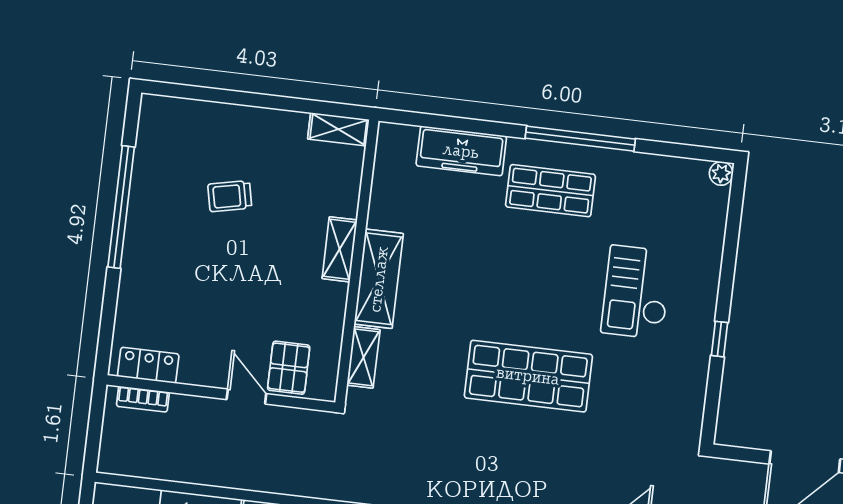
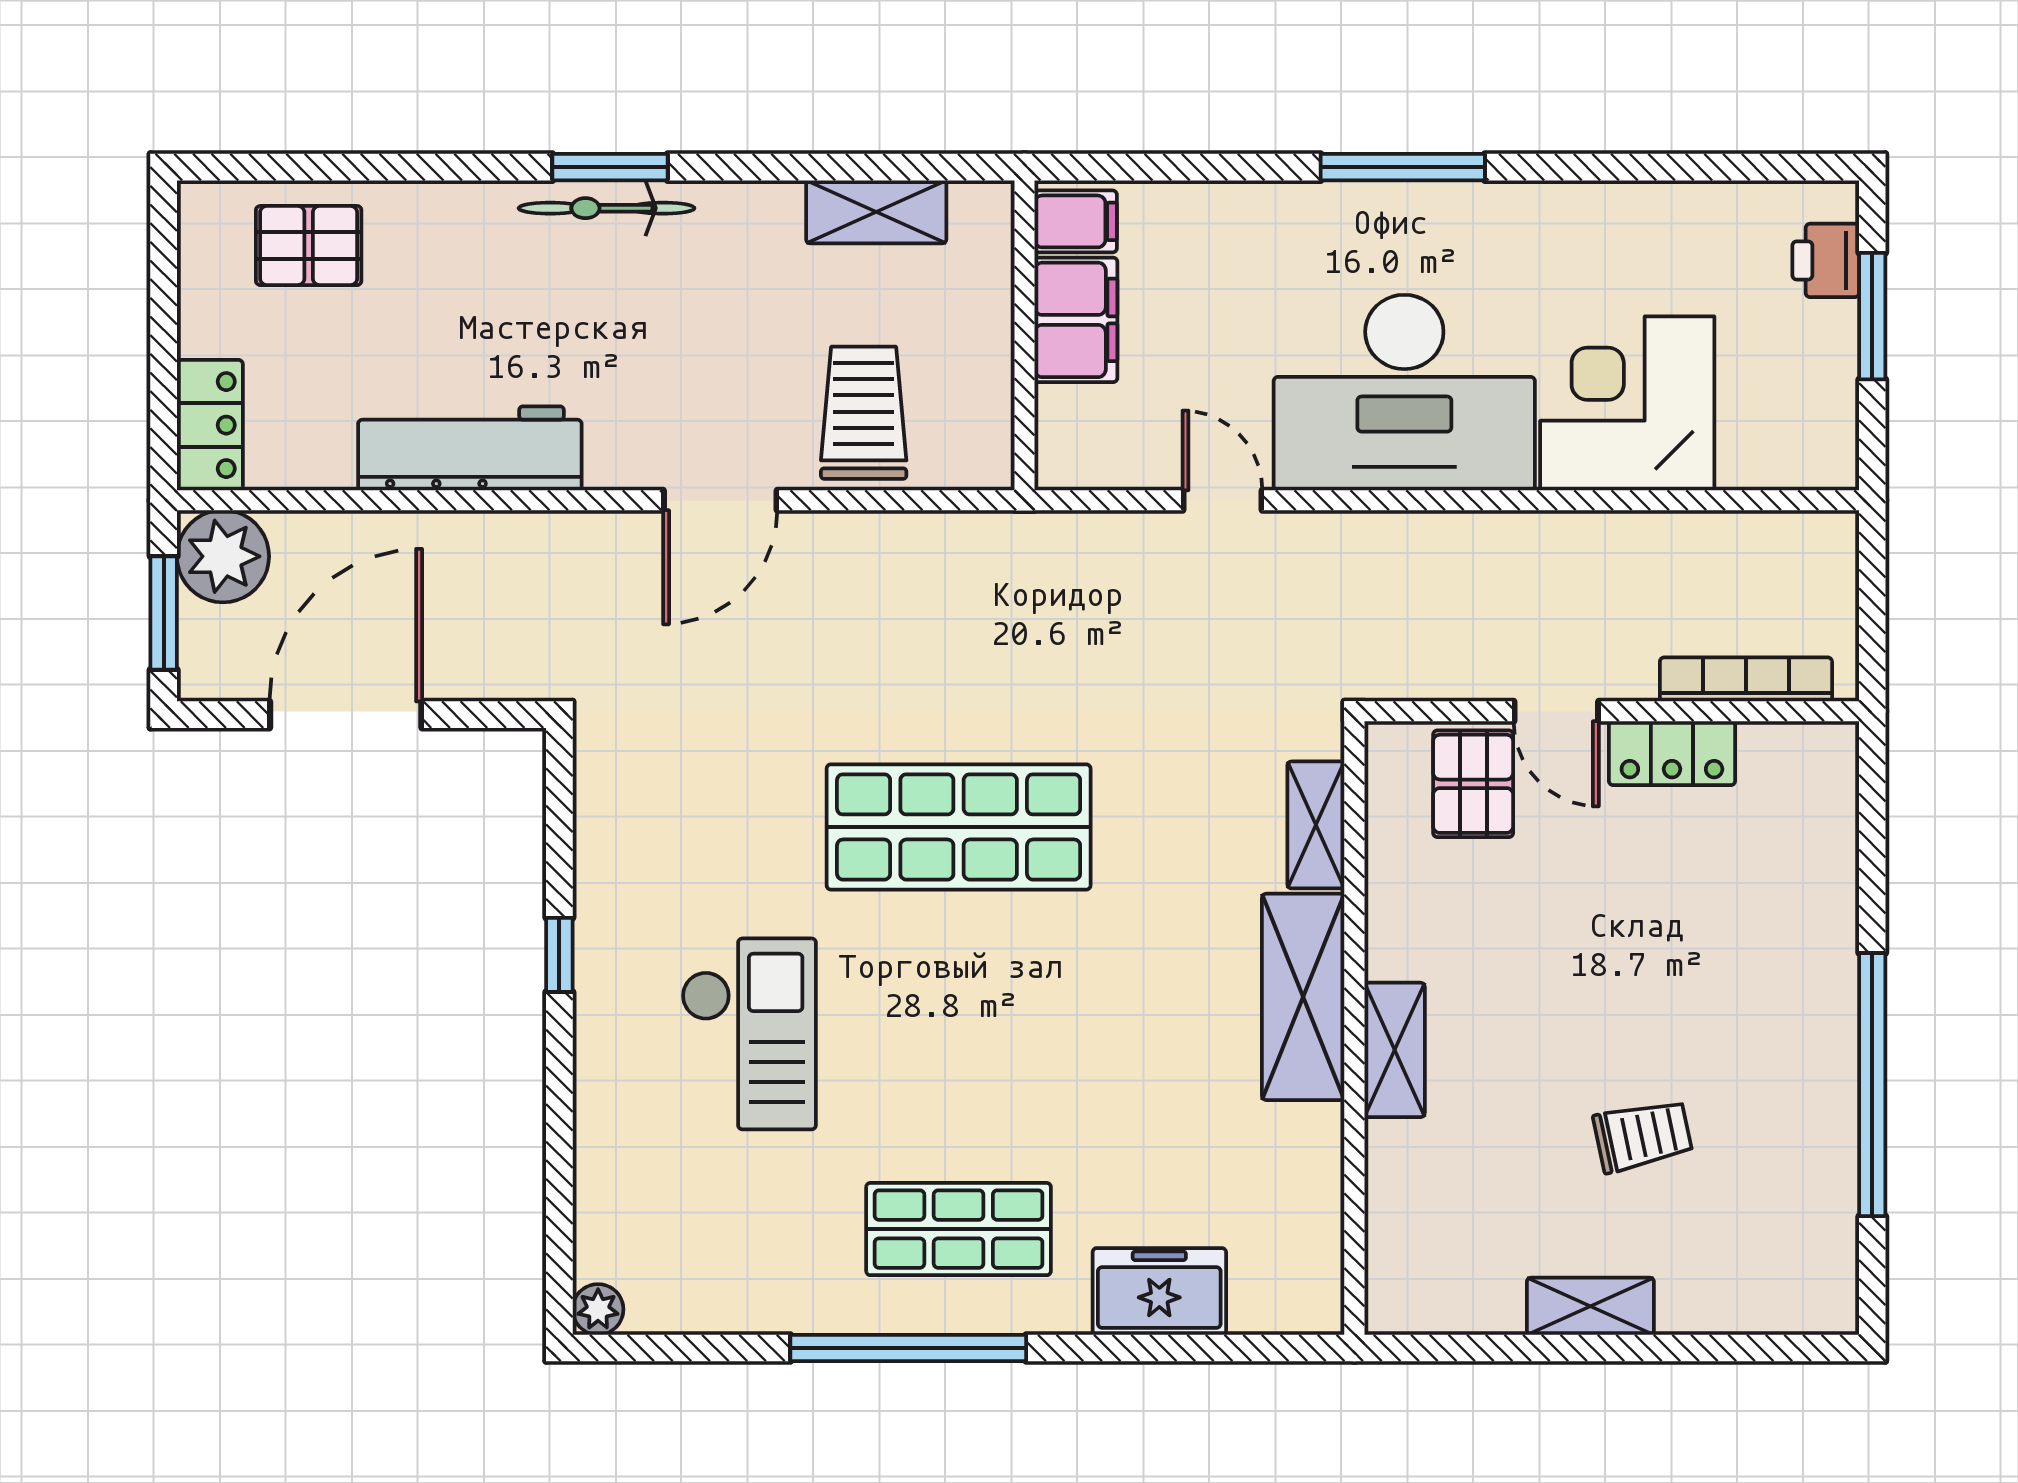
shelving: (338, 129) -> (1590, 1306), moved
freezer: (461, 151) -> (1159, 1291), width x0.71
locker: (148, 365) -> (1672, 753), moved
bookcase: (143, 399) -> (1746, 679), width x1.56

